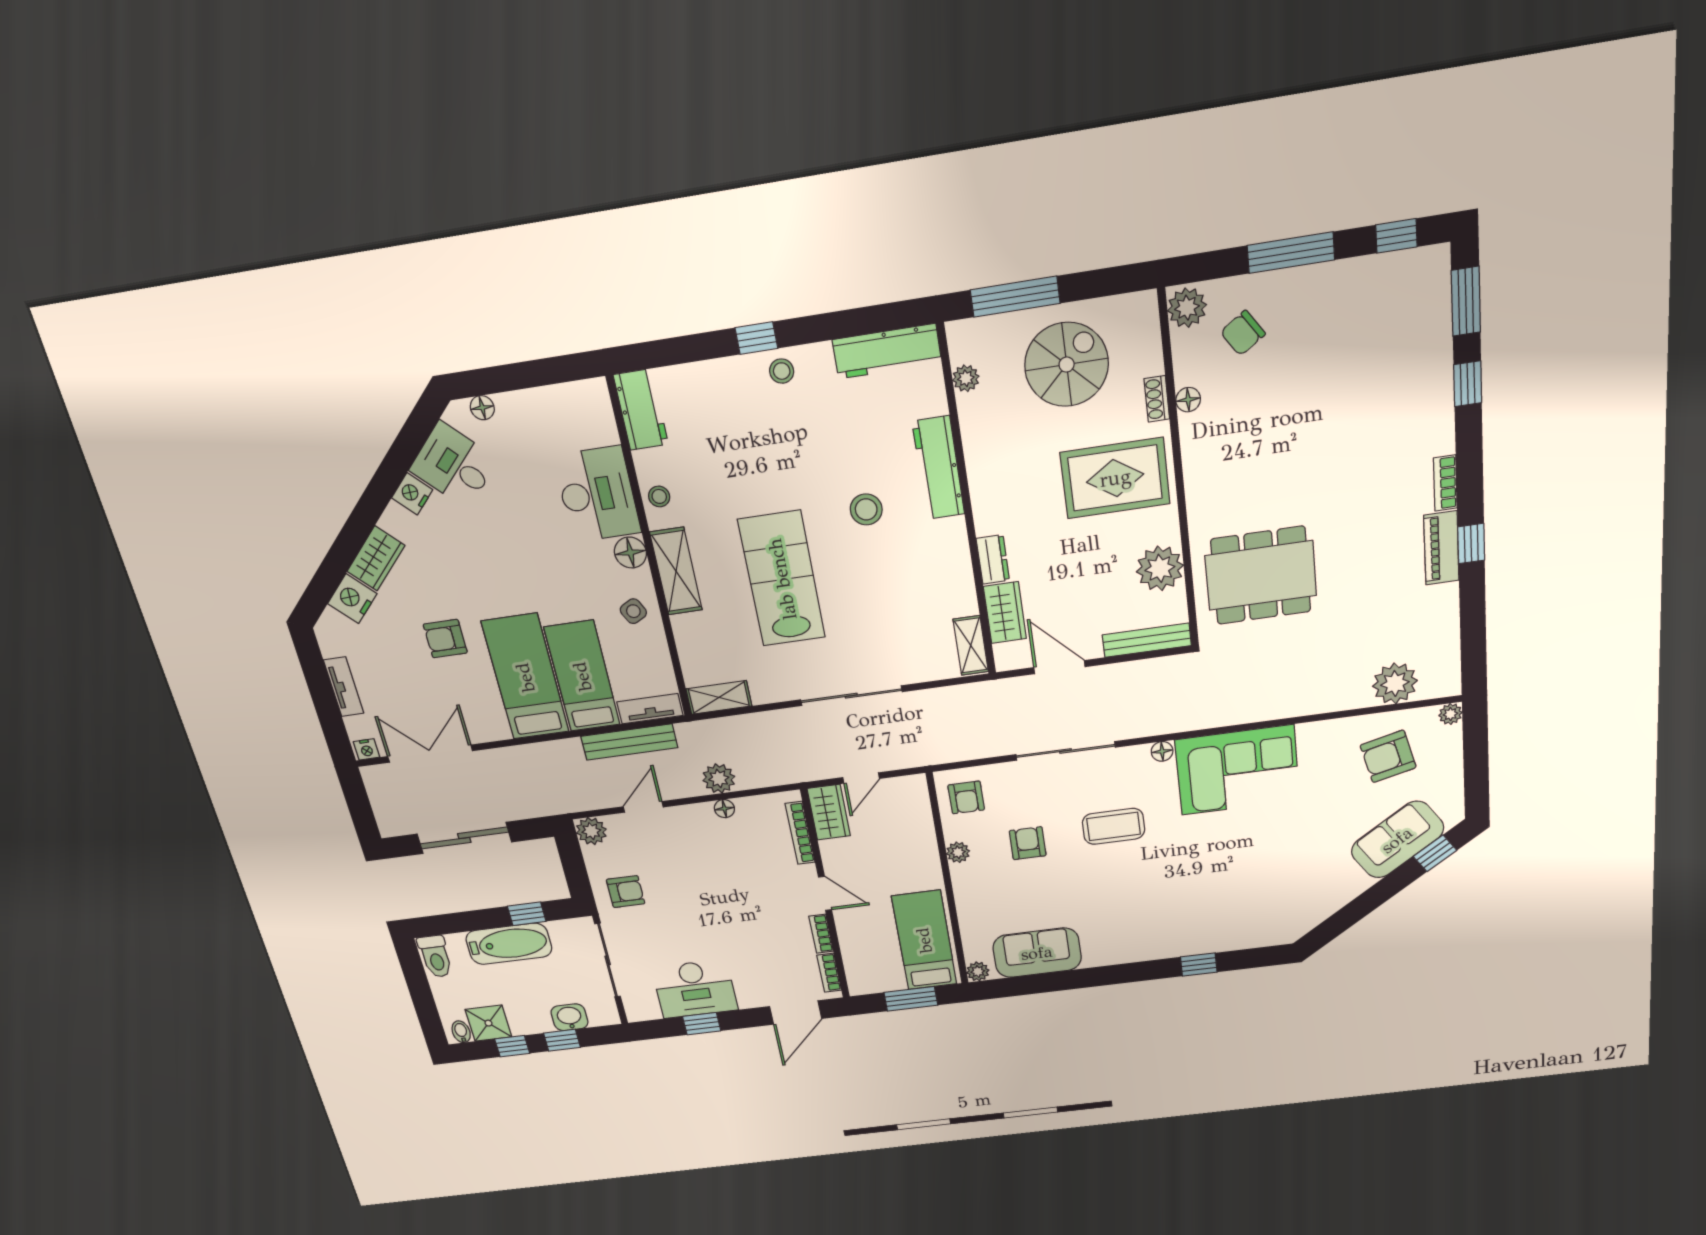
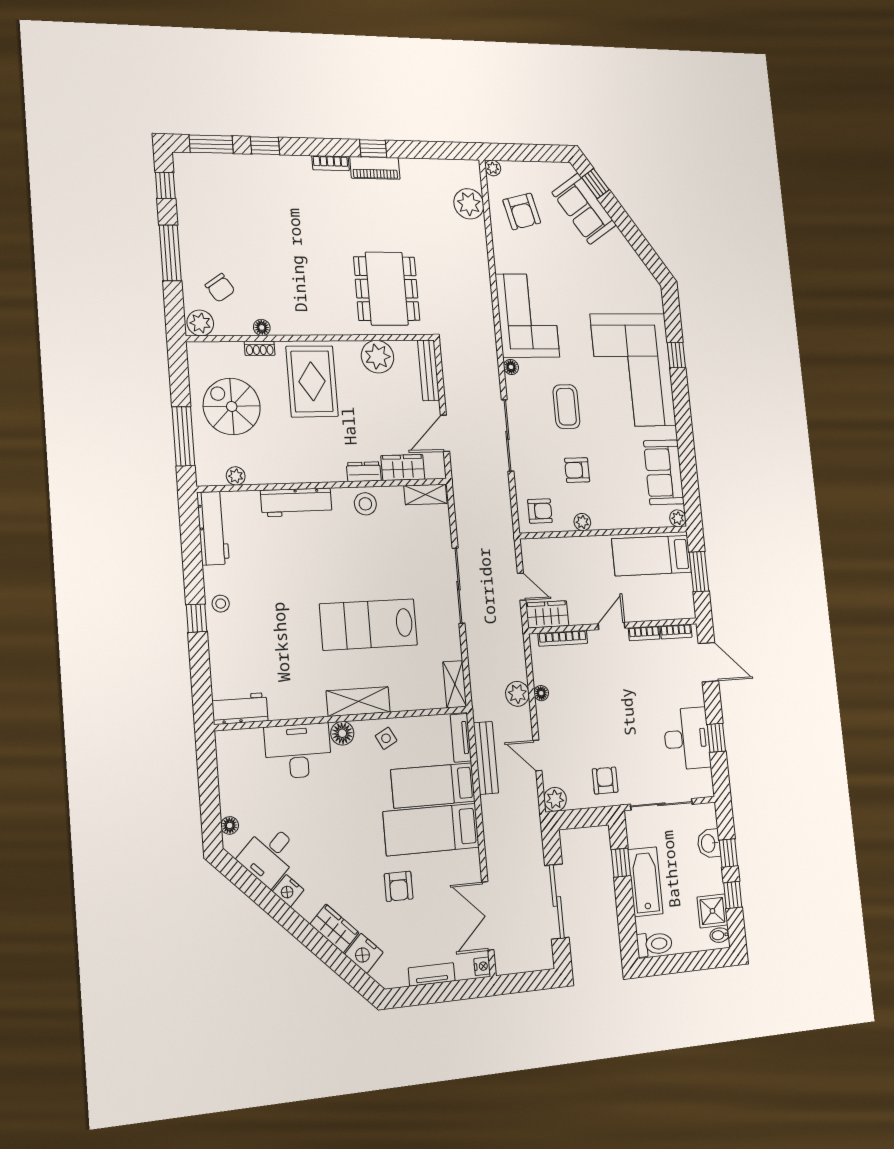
stool: (659, 496) -> (303, 705), removed
stool: (866, 509) -> (365, 504), moved
corner sofa: (1173, 910) -> (633, 370), added

